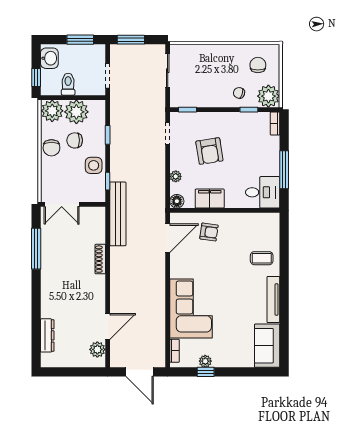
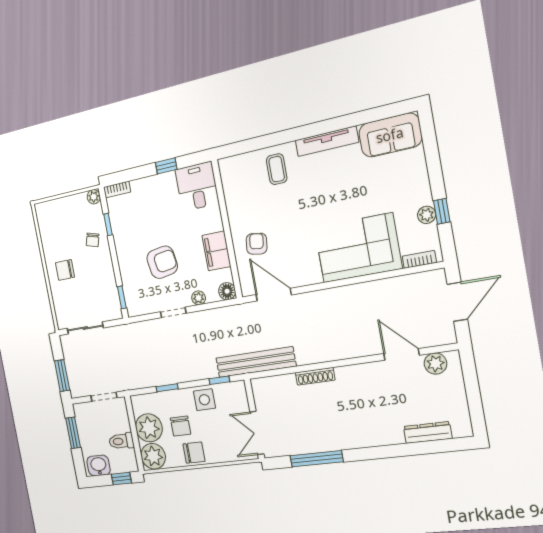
chair: (258, 65) -> (65, 270), moved
plant: (268, 96) -> (94, 197), width x0.53, depth x0.53
doorway: (168, 133) -> (173, 312), moved
window: (284, 170) -> (166, 166), width x0.46
double door: (62, 204) -> (257, 433), swing flipped

